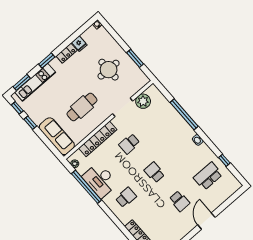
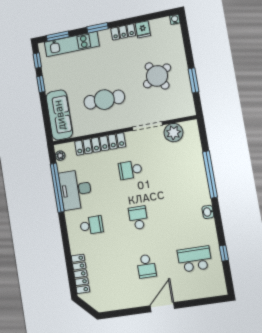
round table: (109, 70) -> (157, 76), turned -30

